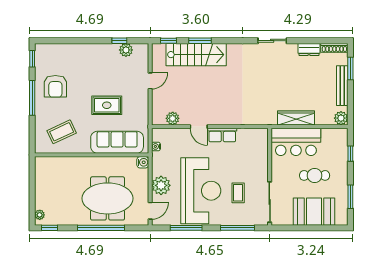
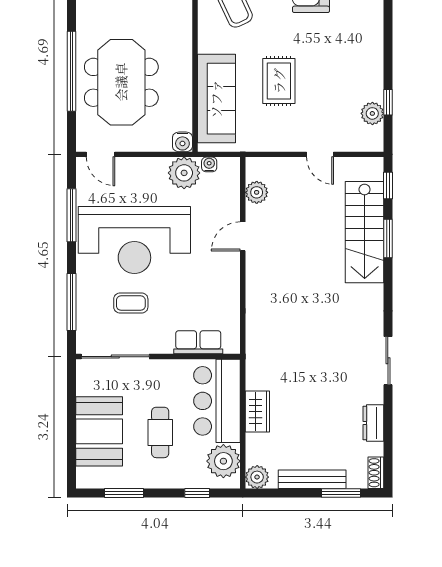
shoe rack: (334, 48) -> (376, 473), width x0.70
wardrobe: (296, 118) -> (257, 412), width x0.67
row of seats: (222, 135) -> (198, 342), moved, turned 90
plant: (332, 138) -> (223, 461), added
plant: (161, 185) -> (184, 173), moved

